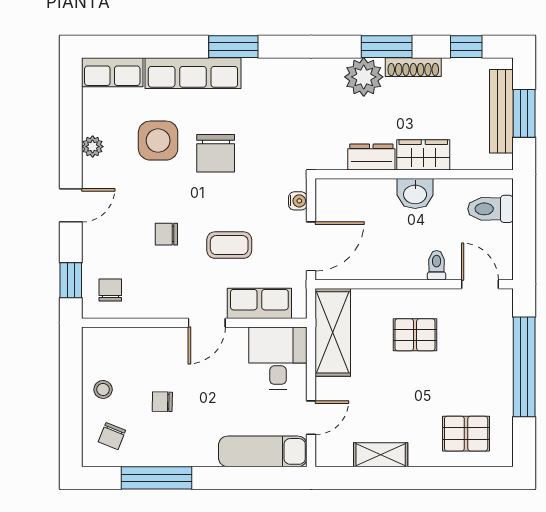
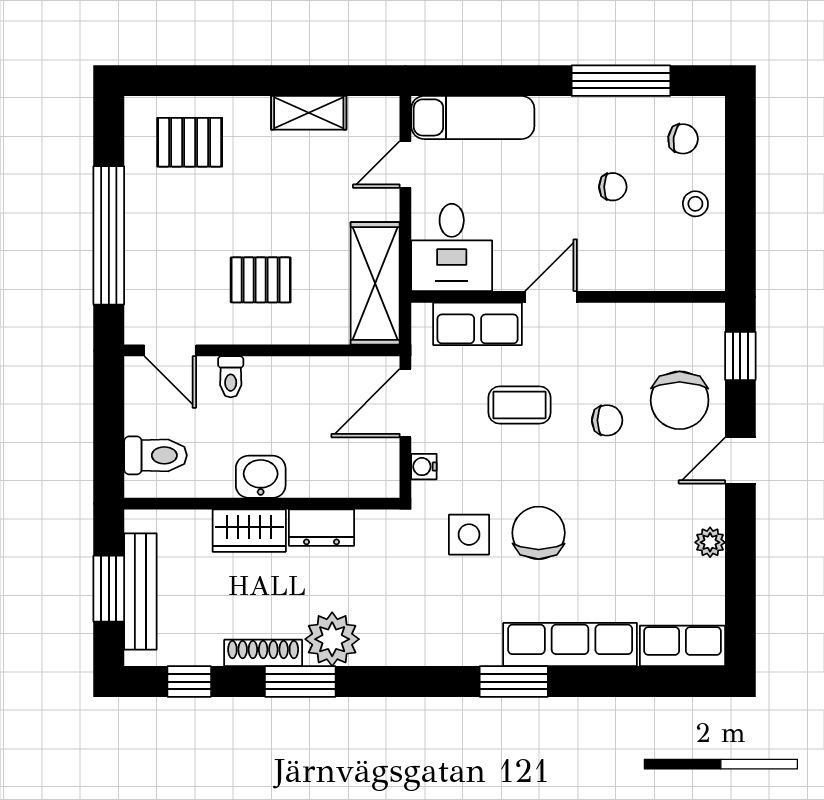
side table: (158, 141) -> (469, 535), moved, width x0.73, depth x0.73
chair: (110, 290) -> (680, 400), moved, width x1.87, depth x1.87
chair: (112, 436) -> (683, 139), turned 77

